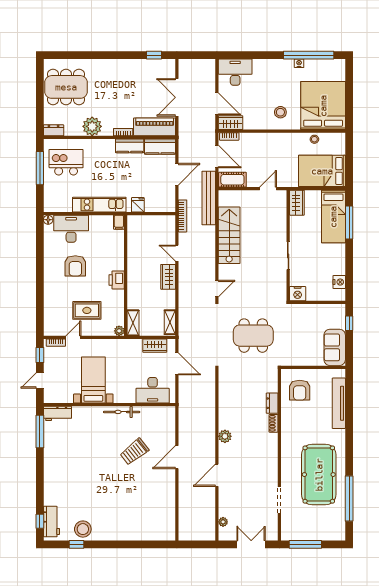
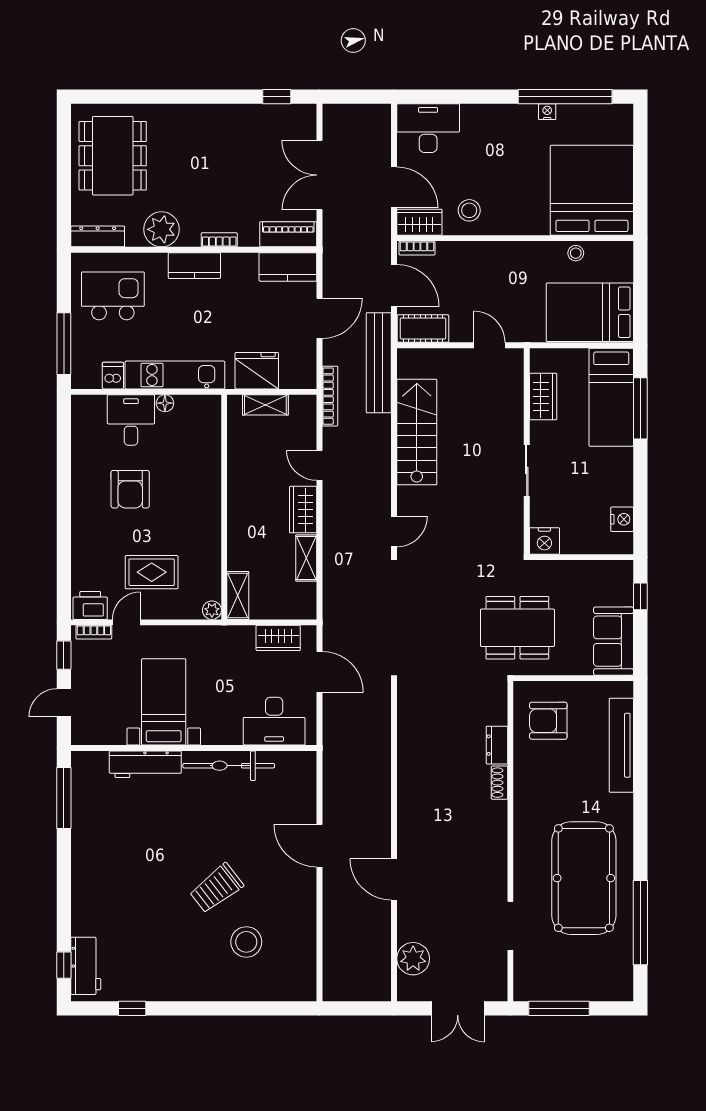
dining table: (66, 87) -> (113, 156), turned 90
stool: (280, 112) -> (469, 210), moved
piano: (155, 127) -> (288, 234), width x0.73, depth x0.75
dresser: (54, 130) -> (98, 236), width x1.44
kitchen counter: (130, 146) -> (194, 266), moved
window: (40, 168) -> (64, 344), moved
door: (268, 189) -> (489, 345), hinge flipped
wardrobe: (297, 203) -> (543, 396), moved
dishwasher: (66, 205) -> (113, 376), added
fridge: (138, 205) -> (257, 371), width x1.88, depth x1.34
floor lamp: (48, 220) -> (165, 403), moved
shelving: (148, 221) -> (265, 405), added
filing cabinet: (119, 222) -> (211, 408), removed
desk: (71, 229) -> (131, 420), width x0.73
printer: (117, 280) -> (90, 605), moved, turned 90
shelving: (170, 322) -> (306, 558), moved
dining table: (253, 336) -> (517, 628), moved
armchair: (300, 390) -> (548, 721), turned 90
bicycle: (122, 412) -> (229, 766), width x1.37, depth x1.40
workbench: (57, 413) -> (145, 764), moved, width x1.38
plant: (225, 436) -> (409, 807), removed
trolley: (134, 452) -> (216, 888), moved
door: (177, 457) -> (320, 846), hinge flipped
door: (217, 475) -> (394, 879), hinge flipped
plant: (223, 522) -> (413, 959), width x1.88, depth x1.88
stool: (83, 529) -> (246, 942), moved
double door: (251, 544) -> (458, 1008), swing flipped

